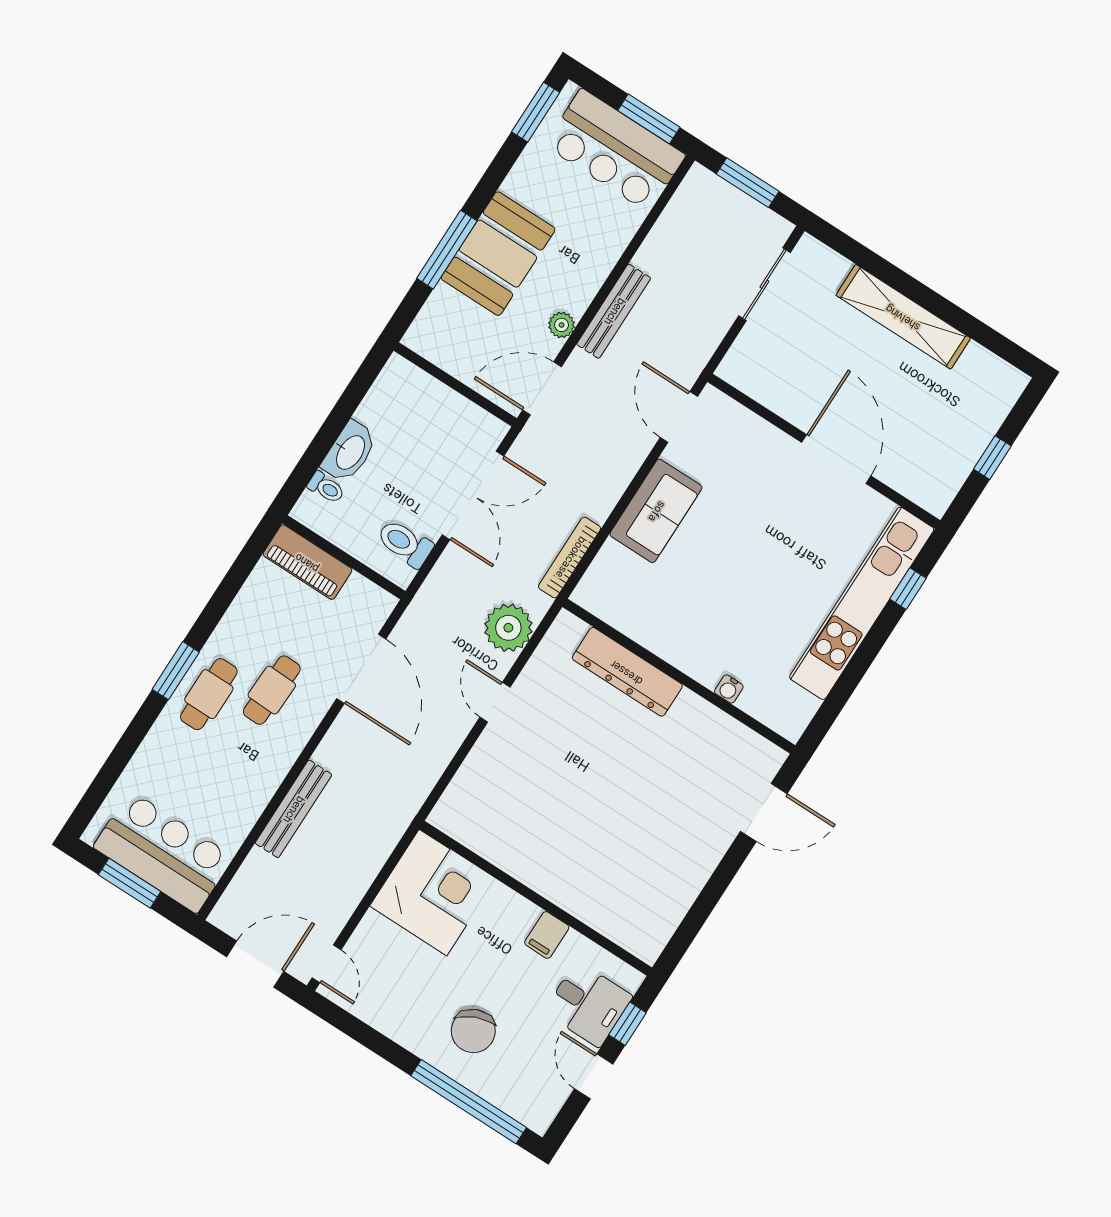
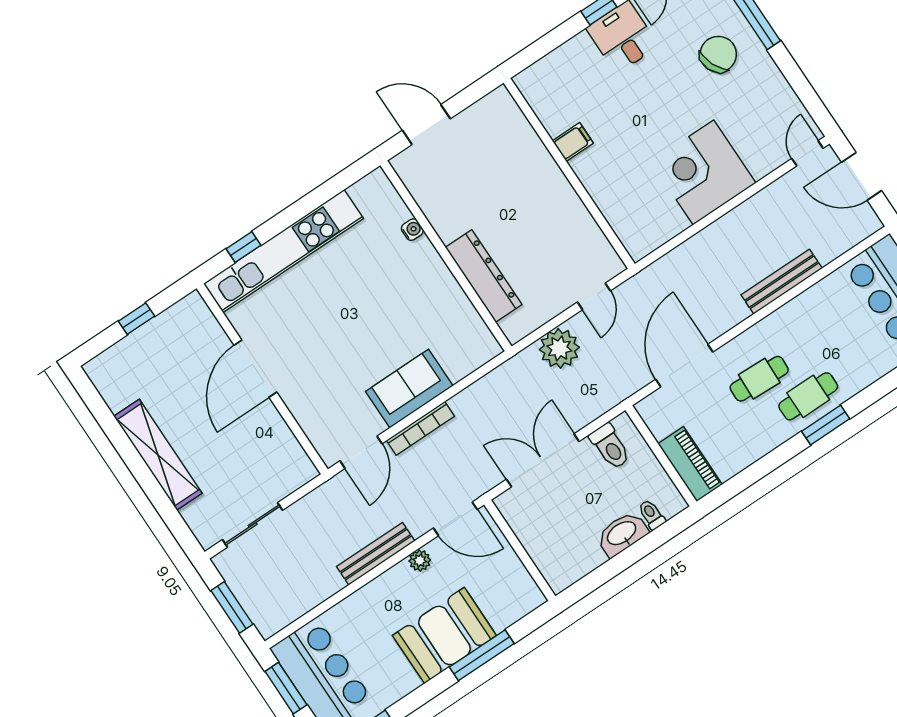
bookcase: (570, 557) -> (420, 428), moved
wall: (536, 898) -> (569, 173), moved
filing cabinet: (547, 935) -> (573, 142), moved

